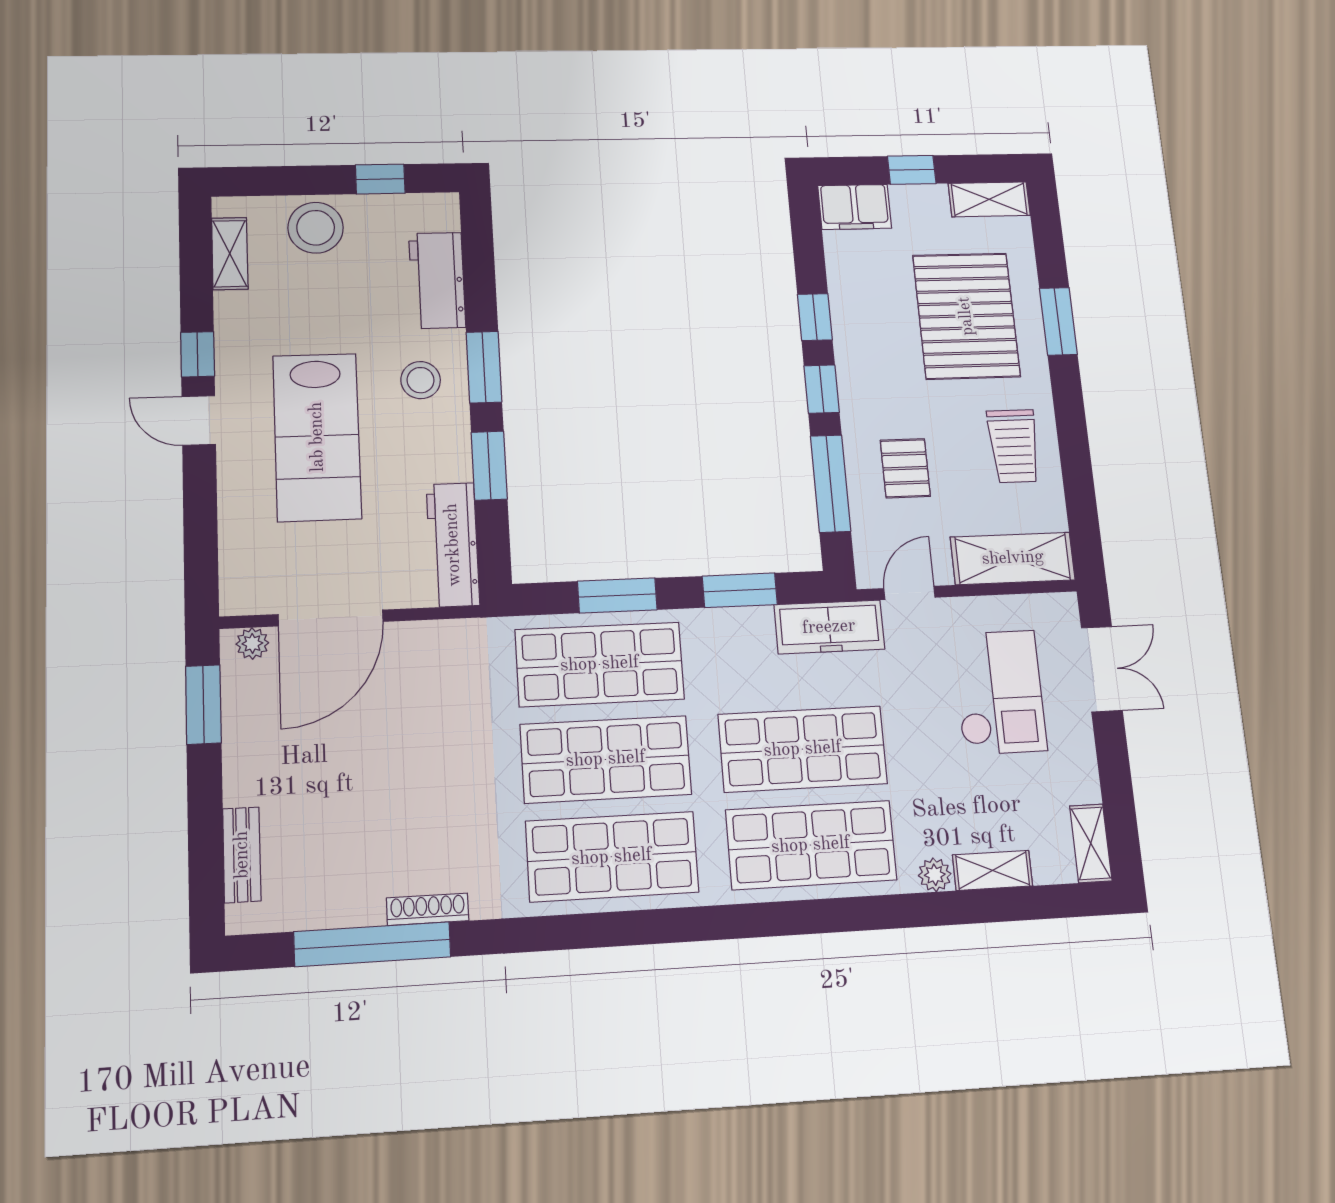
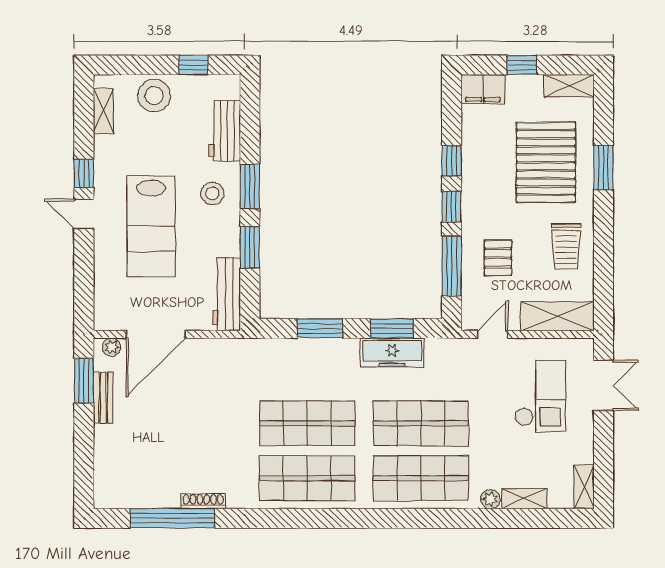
freezer: (829, 627) -> (392, 353), moved
shop shelf: (600, 664) -> (307, 368), removed
bench: (242, 855) -> (103, 398), moved

